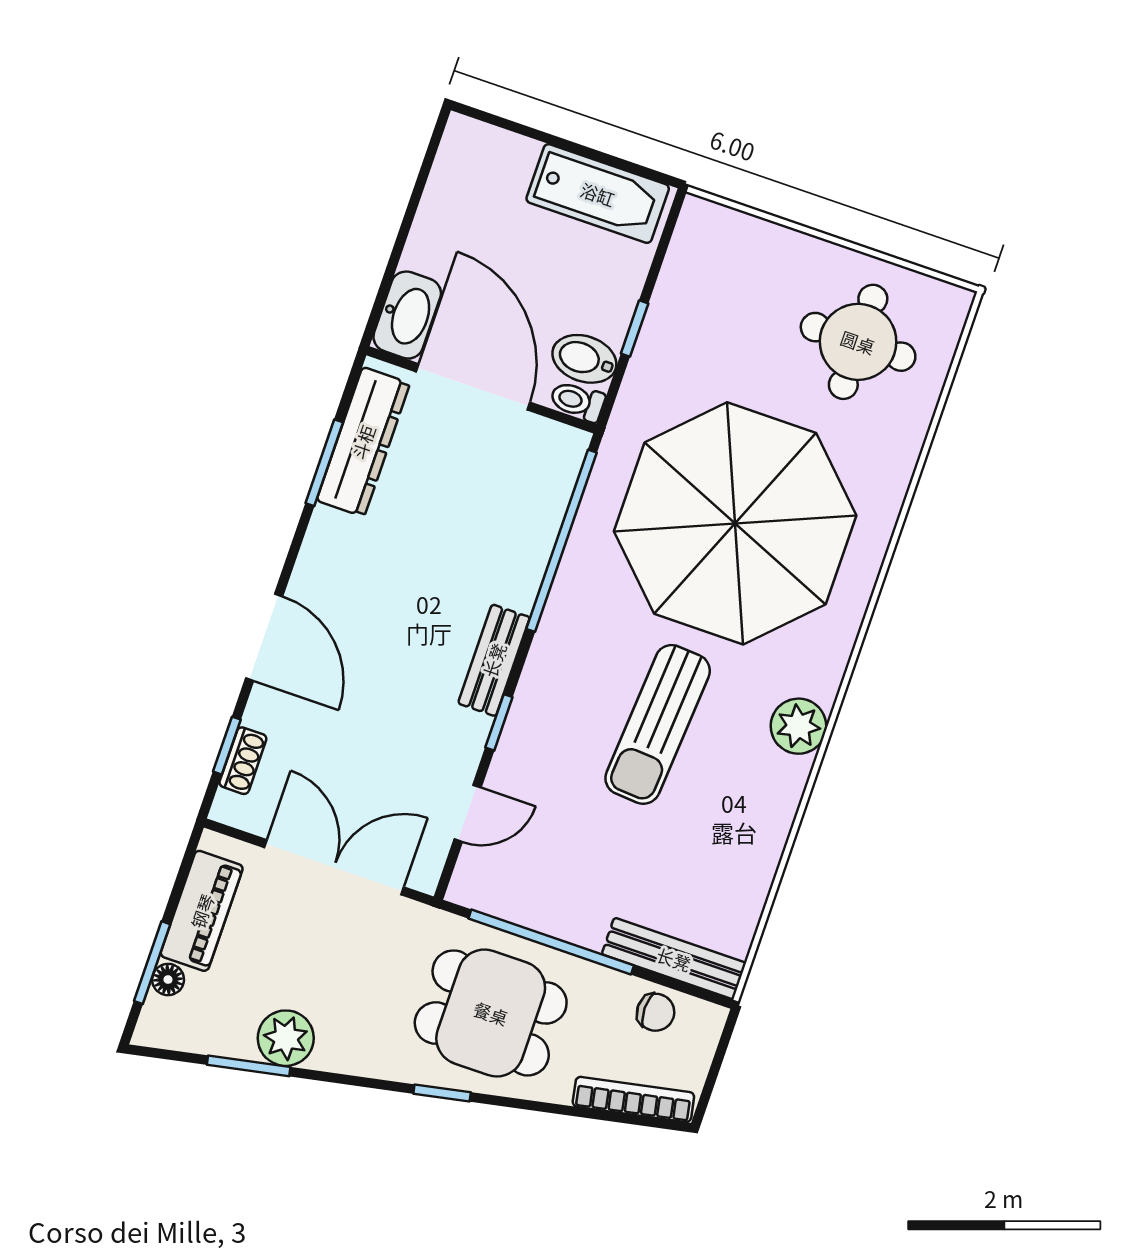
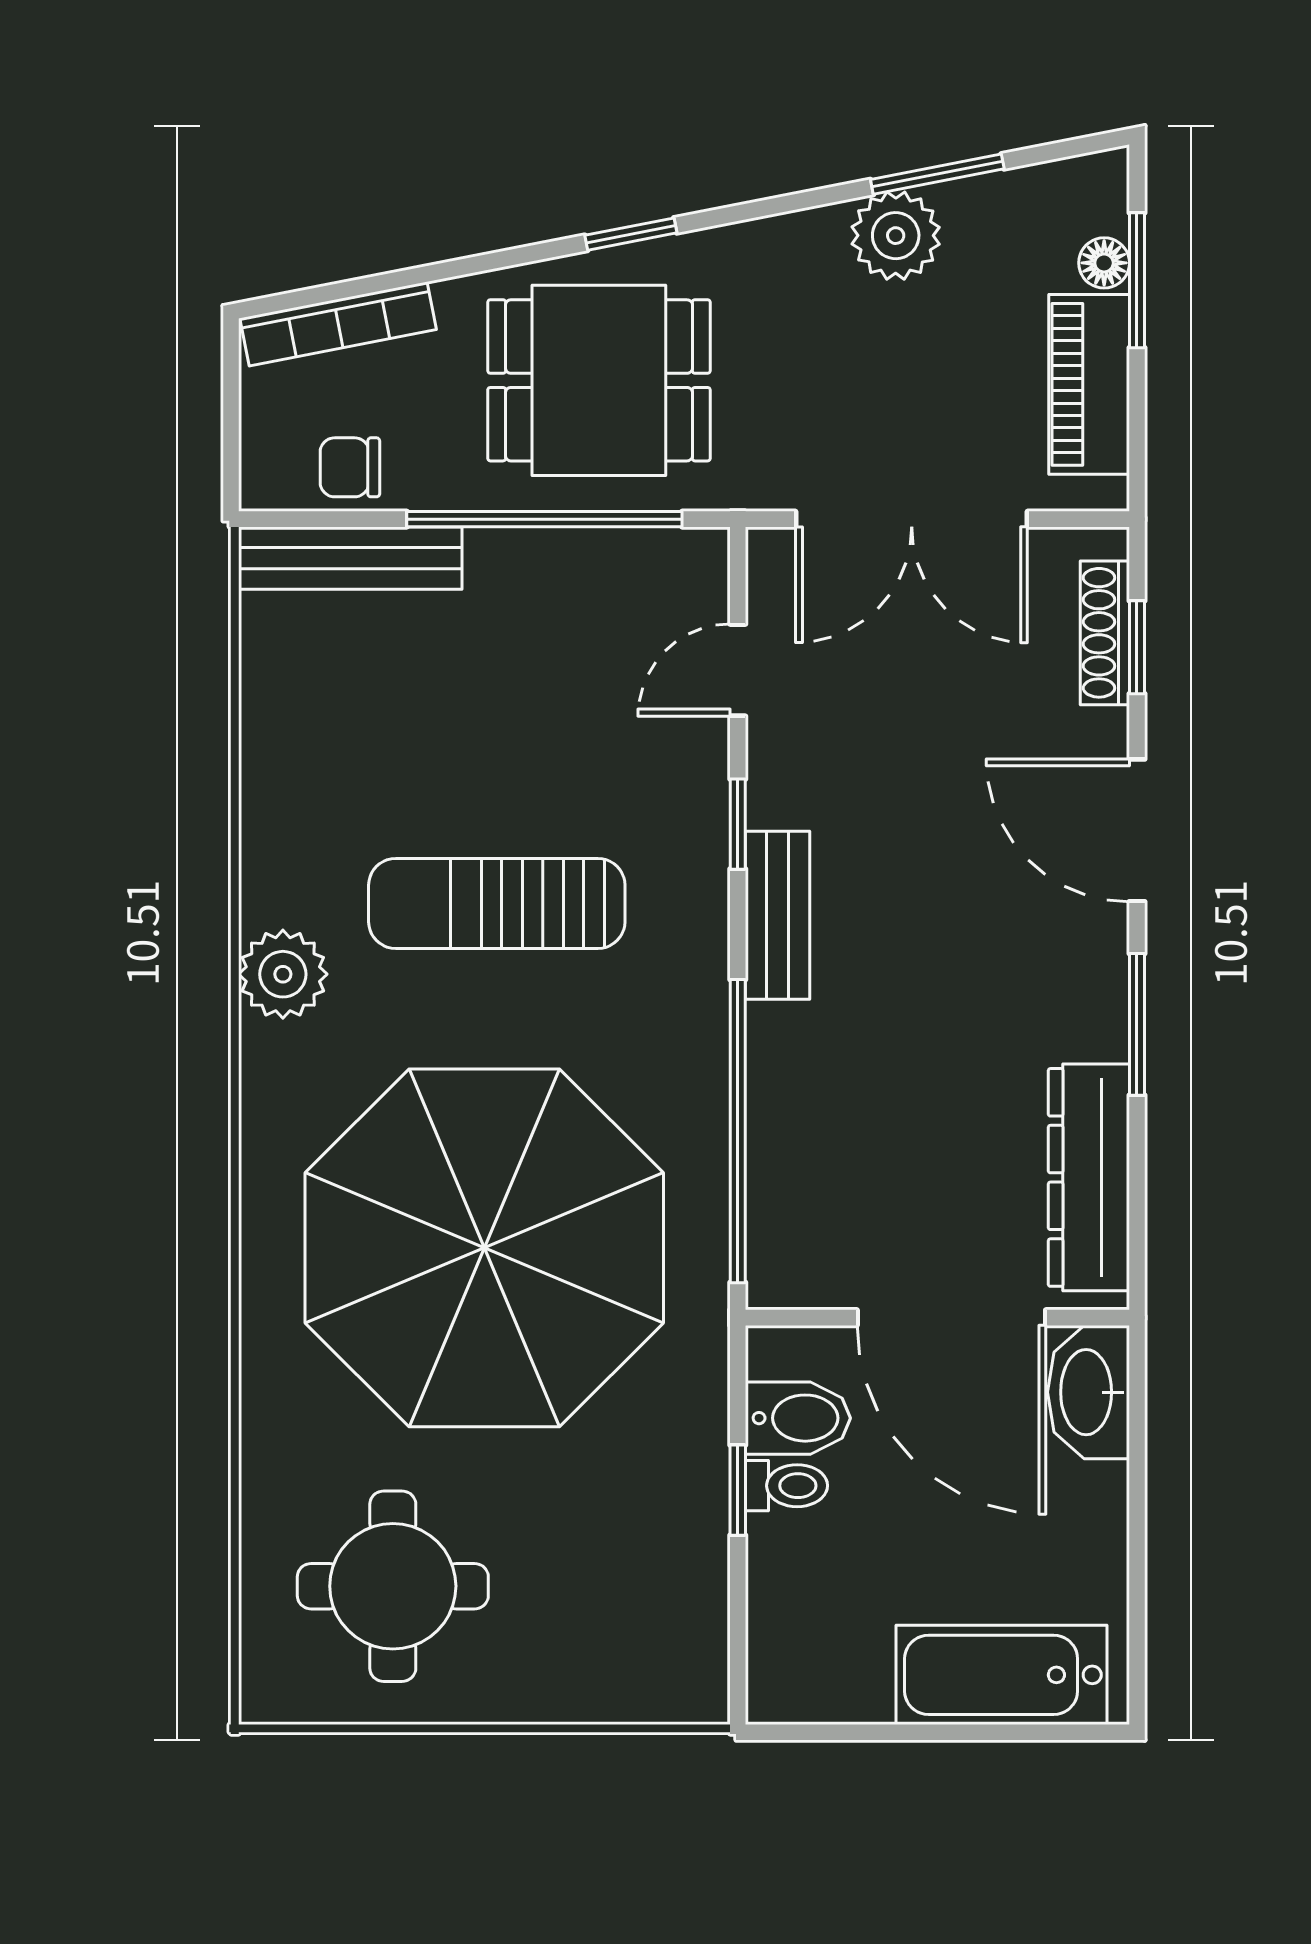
bathtub: (598, 194) -> (1002, 1675), moved
toilet: (577, 401) -> (786, 1486), moved
window: (324, 463) -> (1137, 1024), moved
sun lounger: (658, 724) -> (497, 903), turned -94
shoe rack: (243, 761) -> (1105, 633), width x1.43

